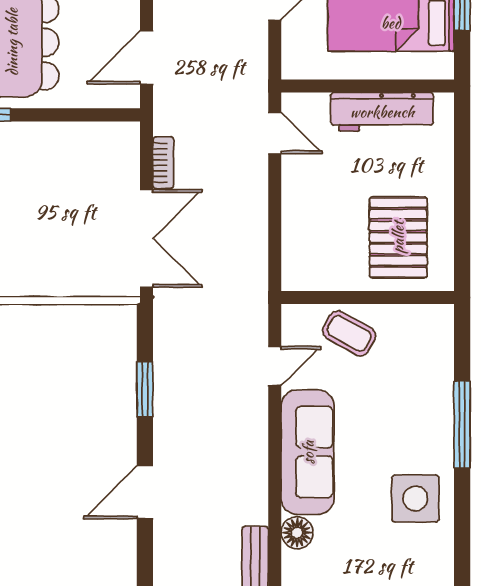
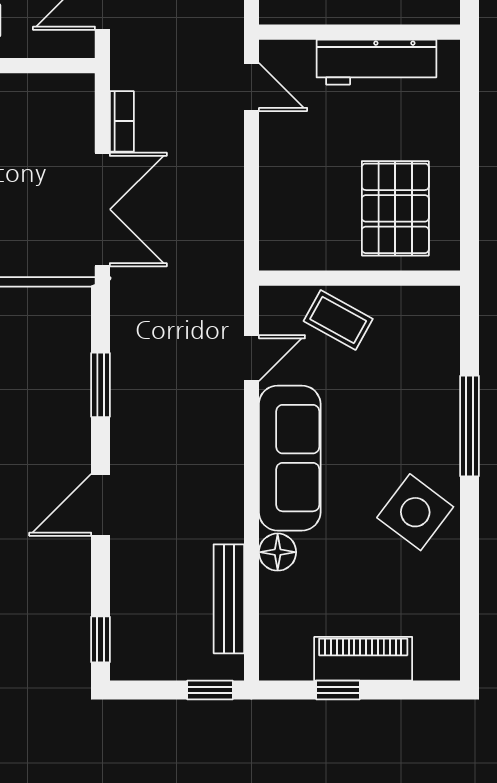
side table: (415, 499) -> (415, 512), turned 37

